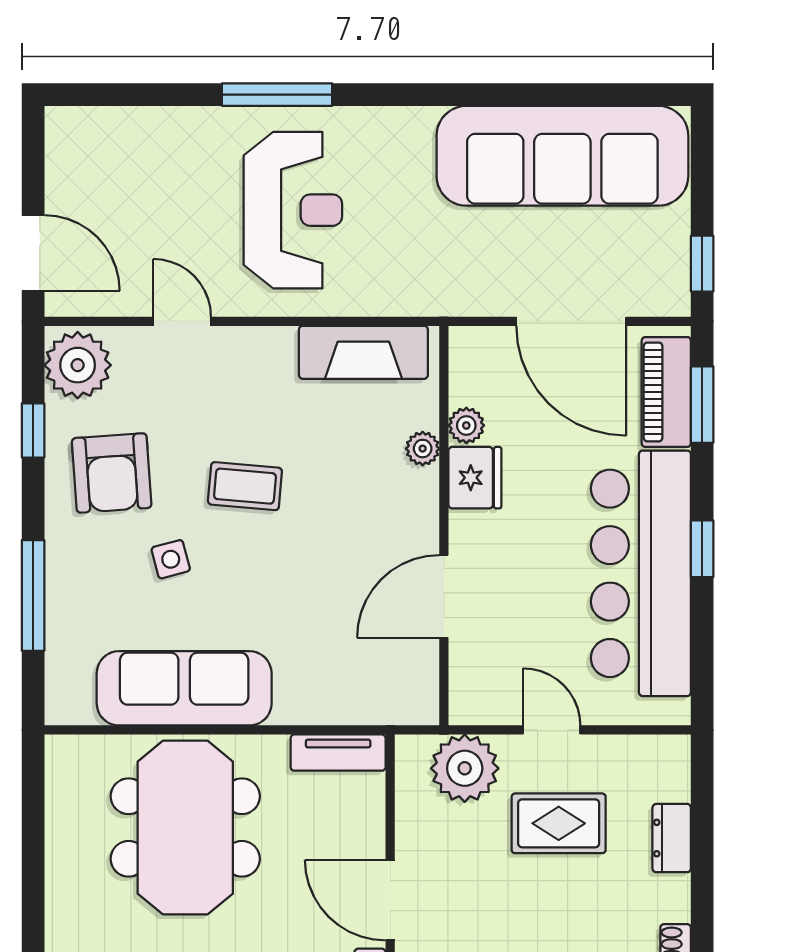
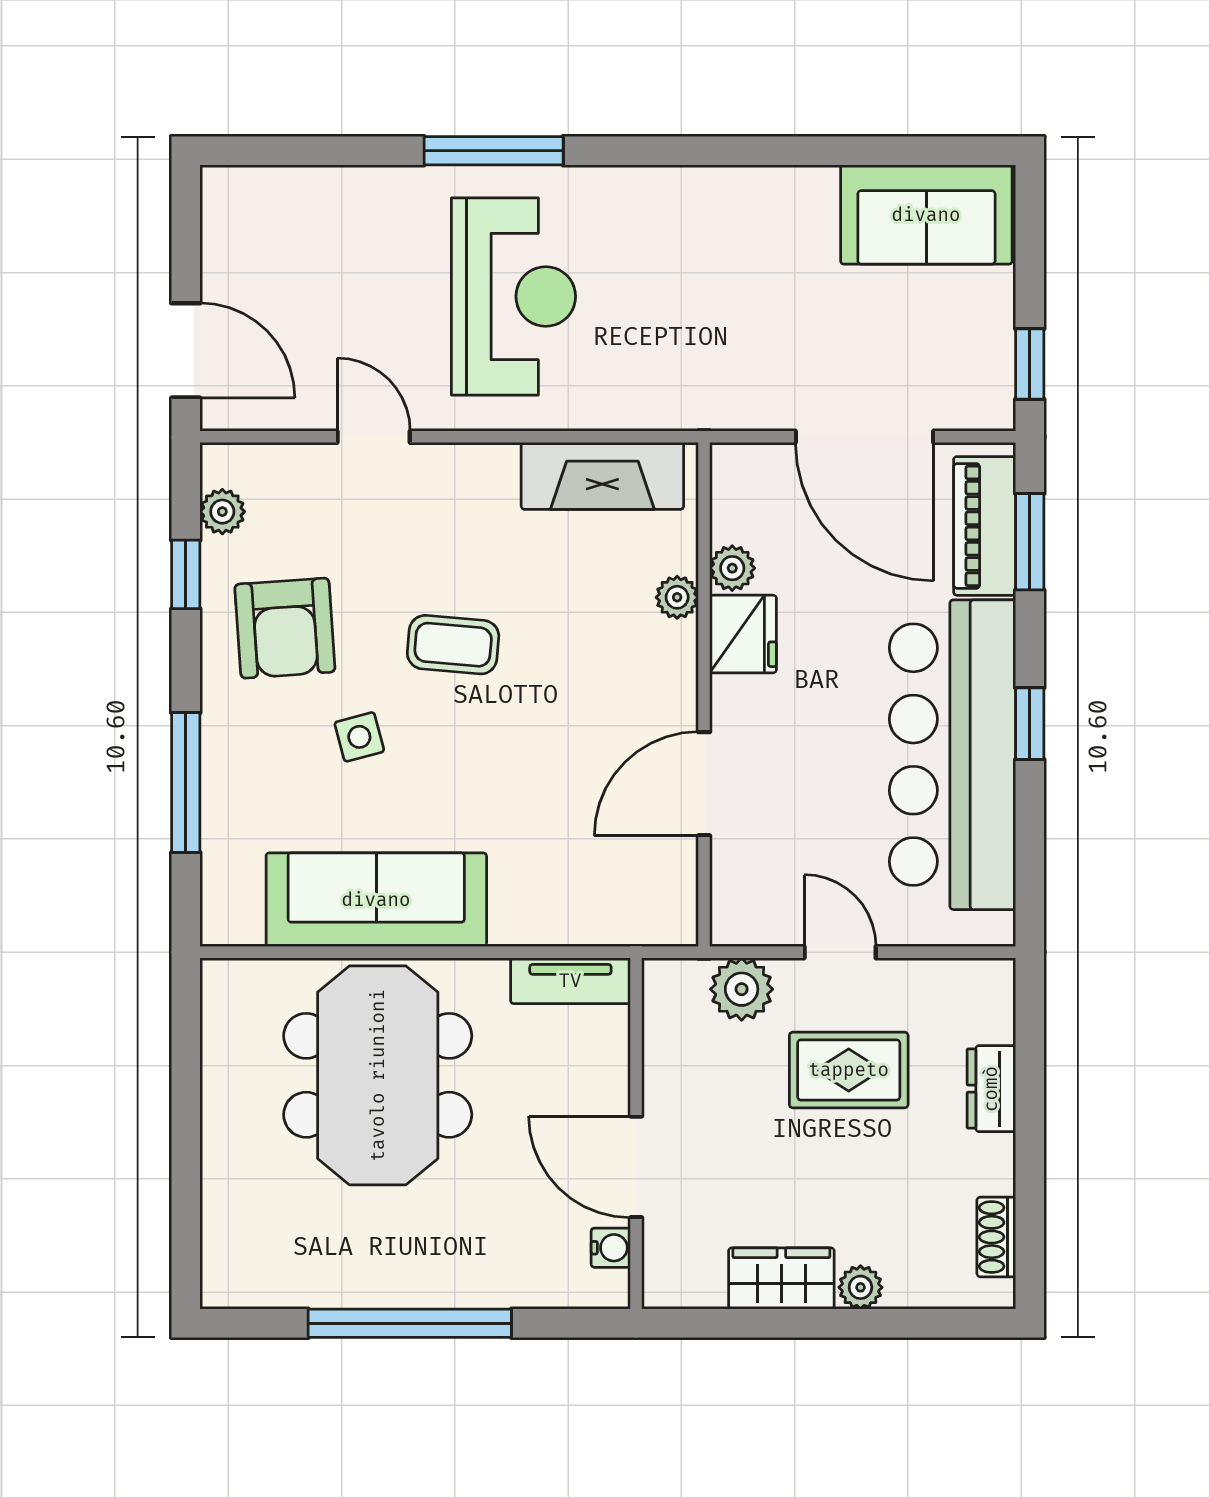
sofa: (562, 156) -> (926, 215), width x0.54, depth x0.79
plant: (78, 365) -> (222, 512), width x0.53, depth x0.53
plant: (465, 768) -> (742, 989), width x0.73, depth x0.73

